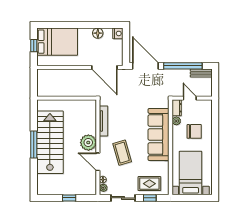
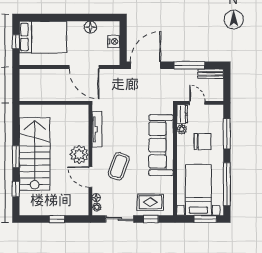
nightstand: (118, 33) -> (114, 41), moved
door: (145, 66) -> (146, 65), hinge flipped
window: (183, 66) -> (189, 65), width x0.68
door: (104, 67) -> (84, 67), moved
window: (215, 125) -> (227, 134), added
window: (34, 144) -> (16, 157), width x0.69
coffee table: (122, 153) -> (119, 166), turned 36
window: (215, 168) -> (227, 184), added
window: (34, 172) -> (16, 189), added
window: (197, 198) -> (205, 219), added

